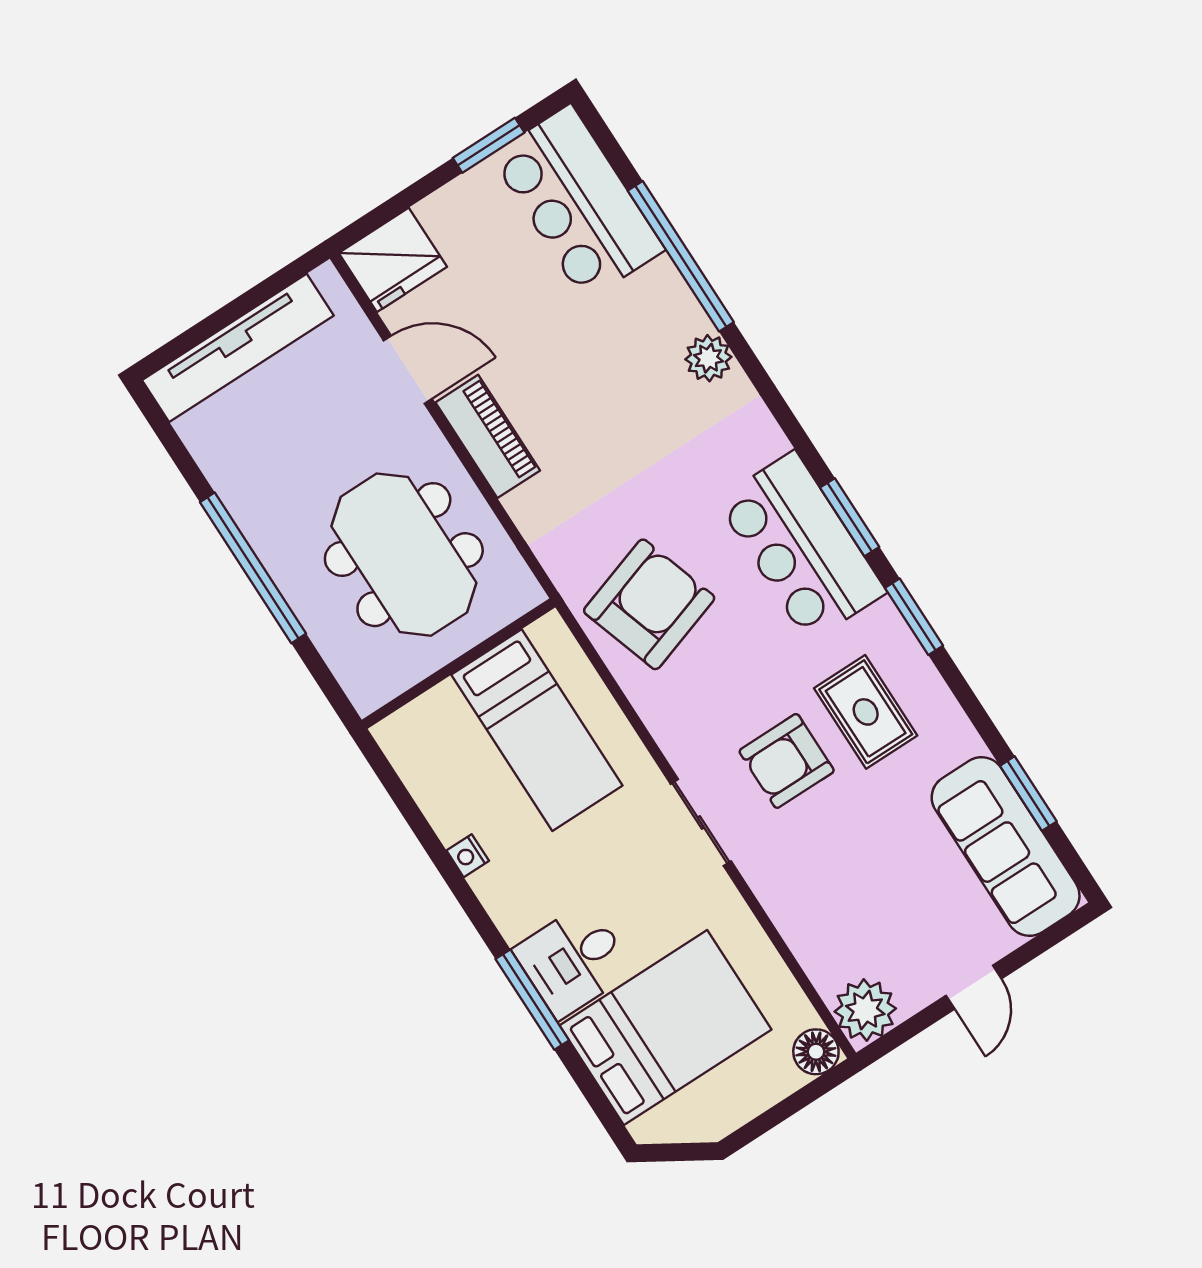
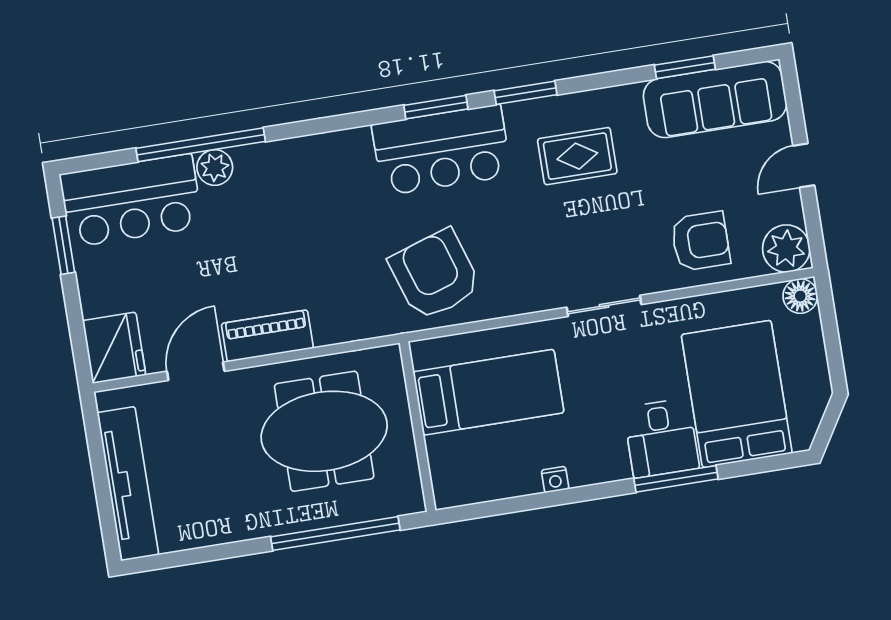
plant: (708, 358) -> (215, 167), moved
window: (253, 568) -> (335, 533), moved
armchair: (787, 761) -> (701, 241), moved, turned -90
door: (974, 987) -> (804, 165), swing flipped

